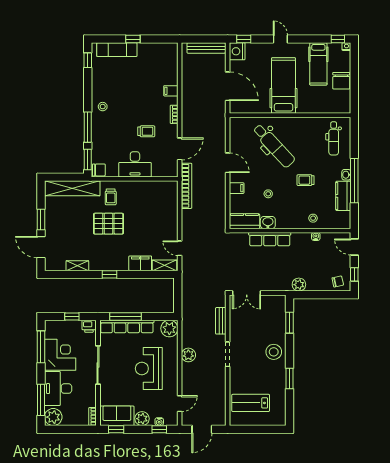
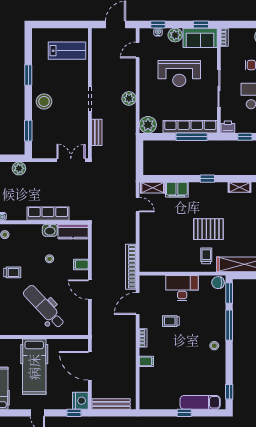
reception desk: (149, 369) -> (179, 73), moved, turned 90

